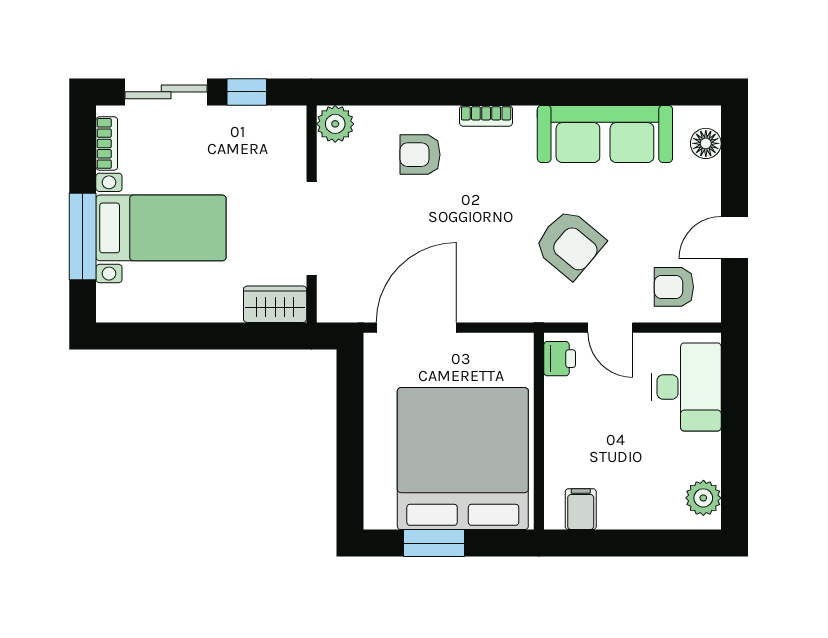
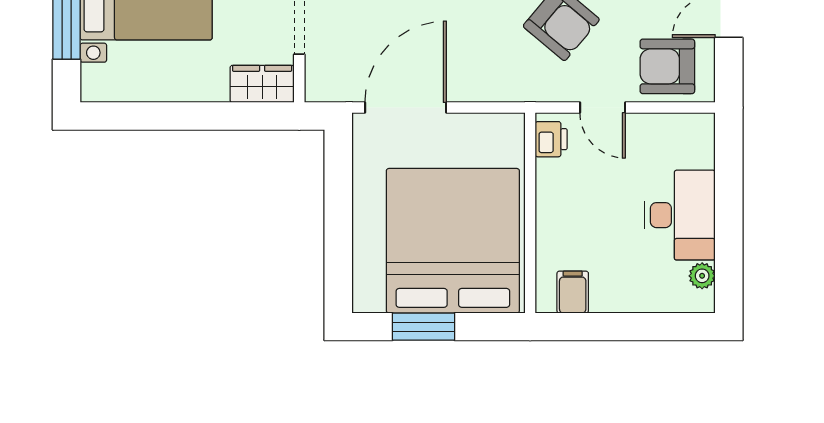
armchair: (674, 287) -> (667, 66), width x1.38, depth x1.38
desk: (686, 387) -> (680, 215), moved
plant: (703, 498) -> (702, 276), width x0.73, depth x0.73

